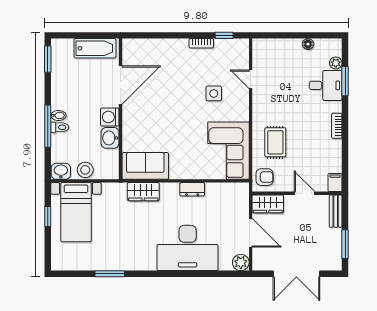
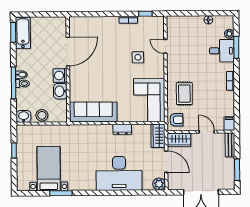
bathtub: (95, 48) -> (23, 33), moved, turned -90
sofa: (145, 166) -> (93, 112), width x1.36
wardrobe: (143, 192) -> (158, 136), moved, turned 90
bed with nightstands: (76, 212) -> (49, 169), moved, turned 180

